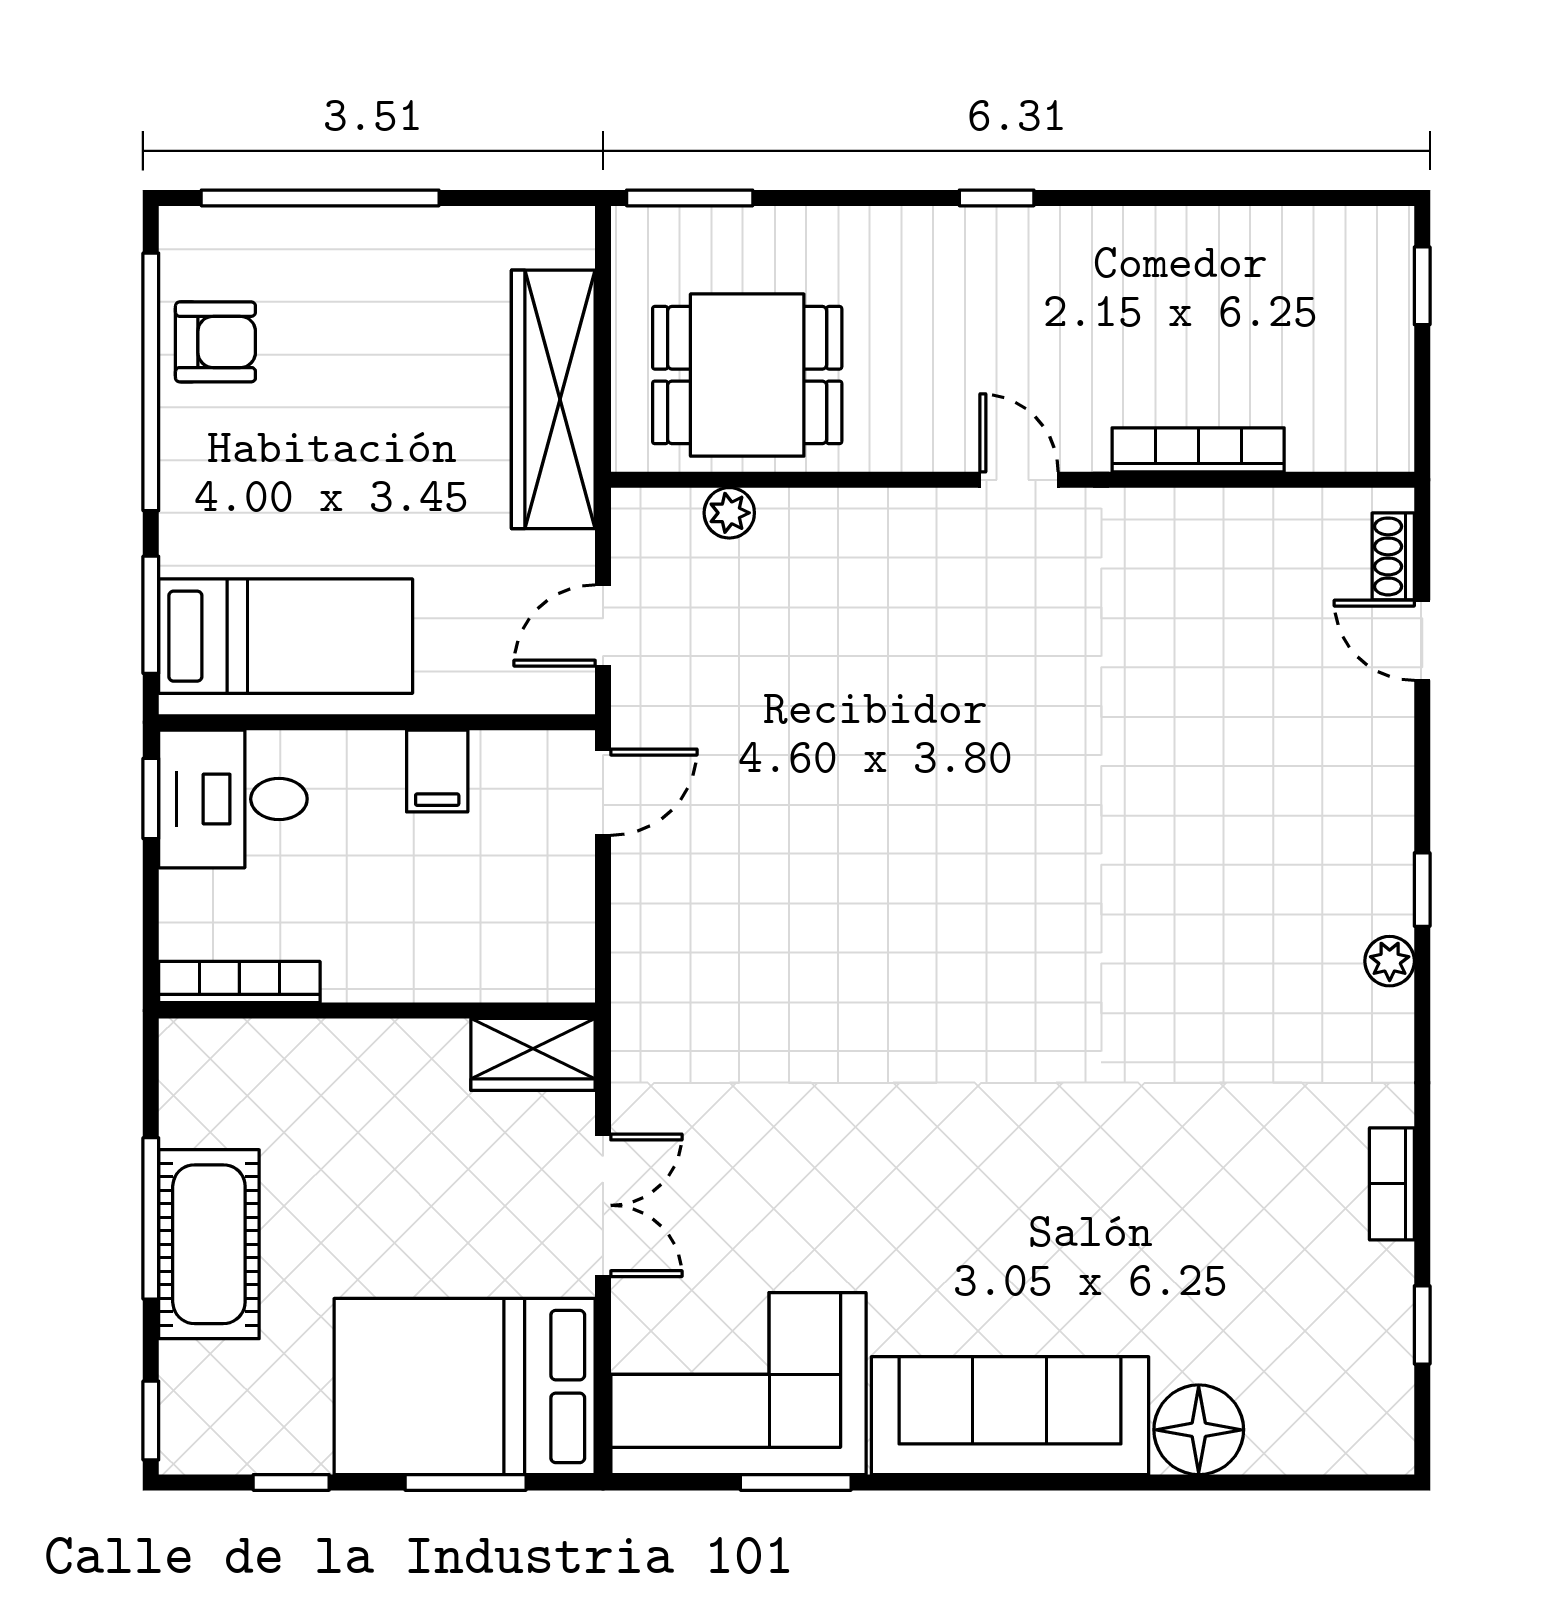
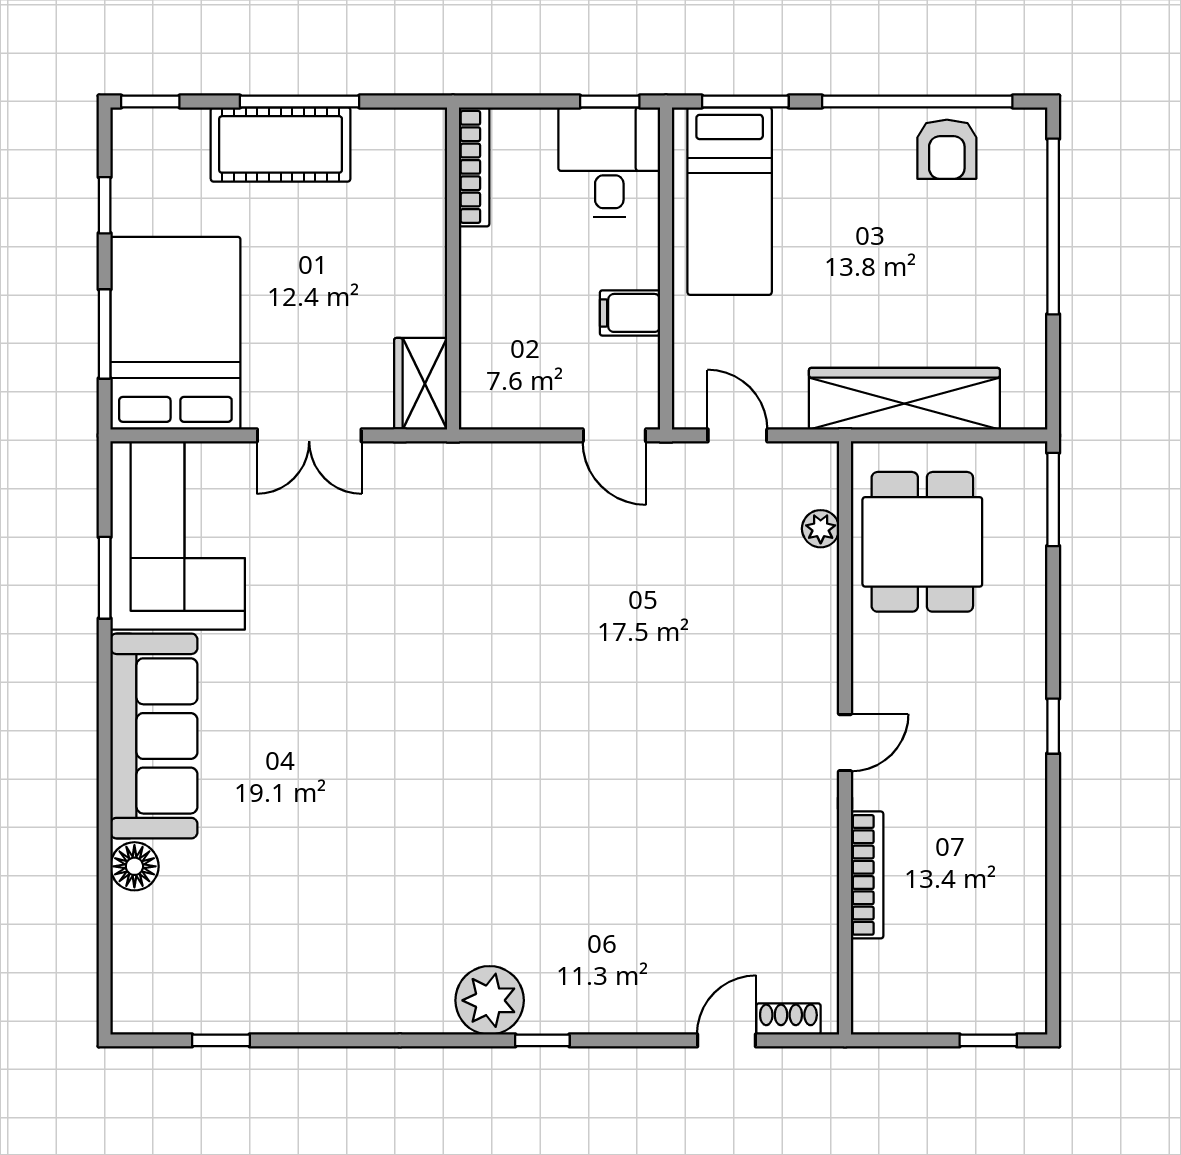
plant: (1390, 961) -> (490, 1000), width x1.87, depth x1.87
bookcase: (1392, 1184) -> (325, 1018), removed
floor lamp: (1199, 1430) -> (134, 866), width x0.73, depth x0.73

